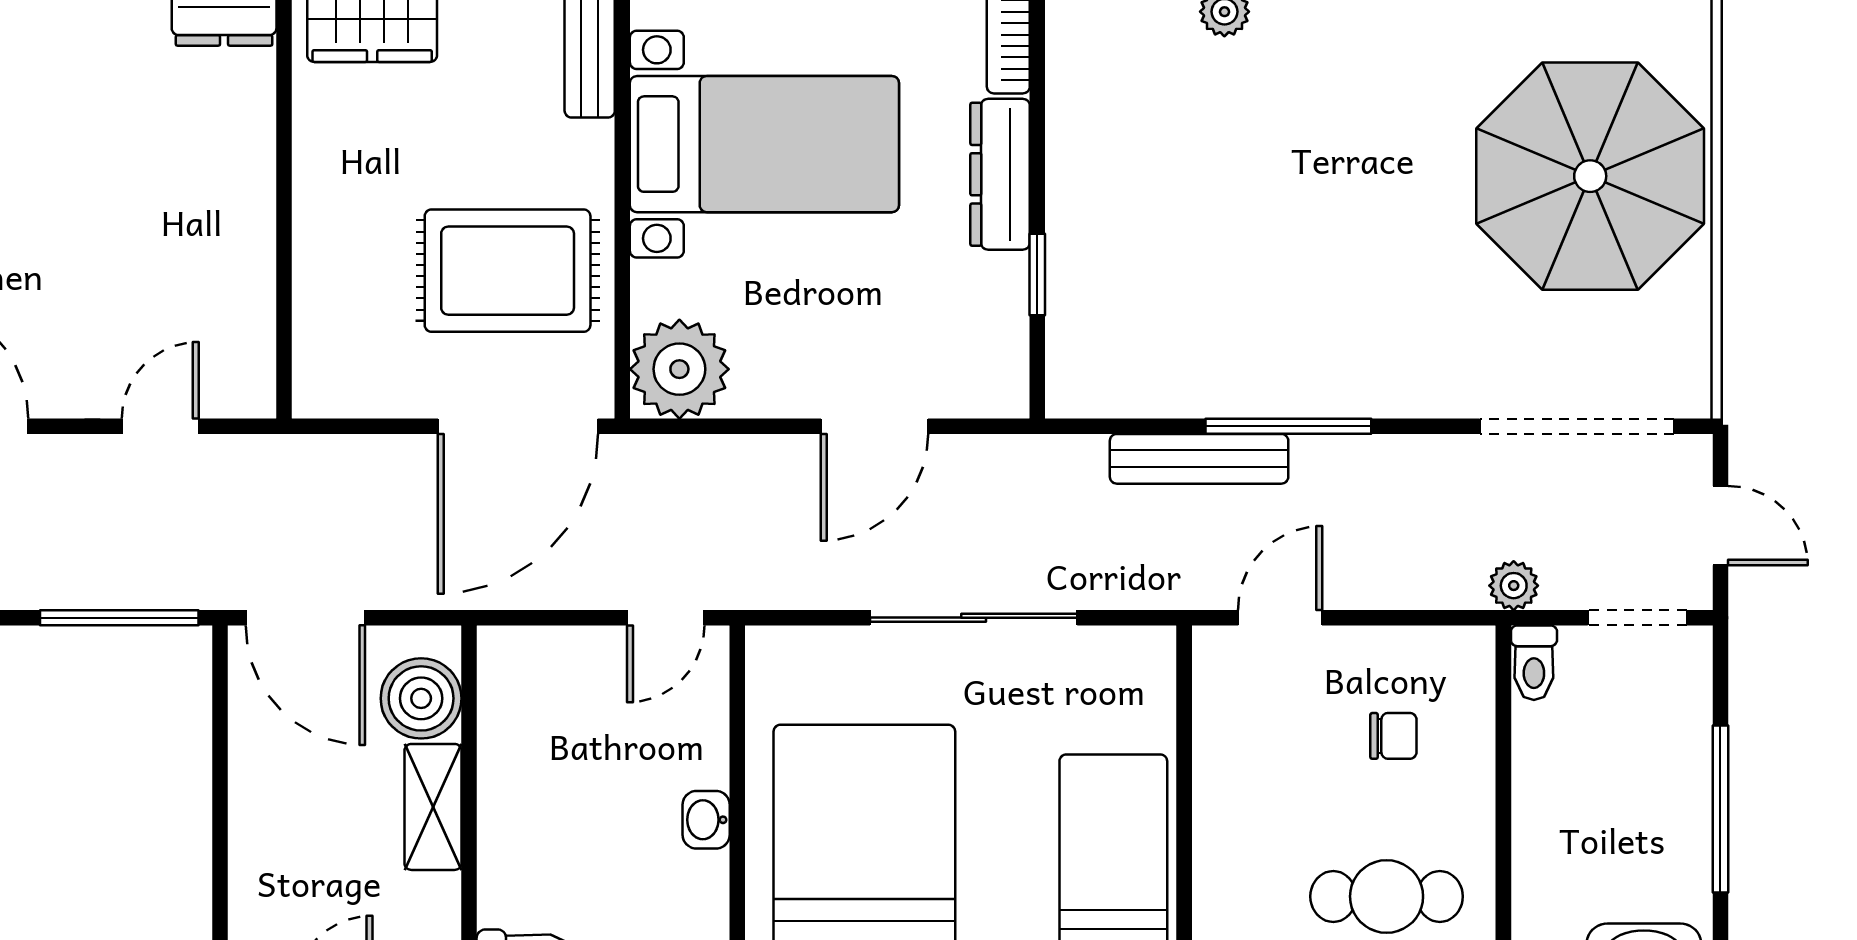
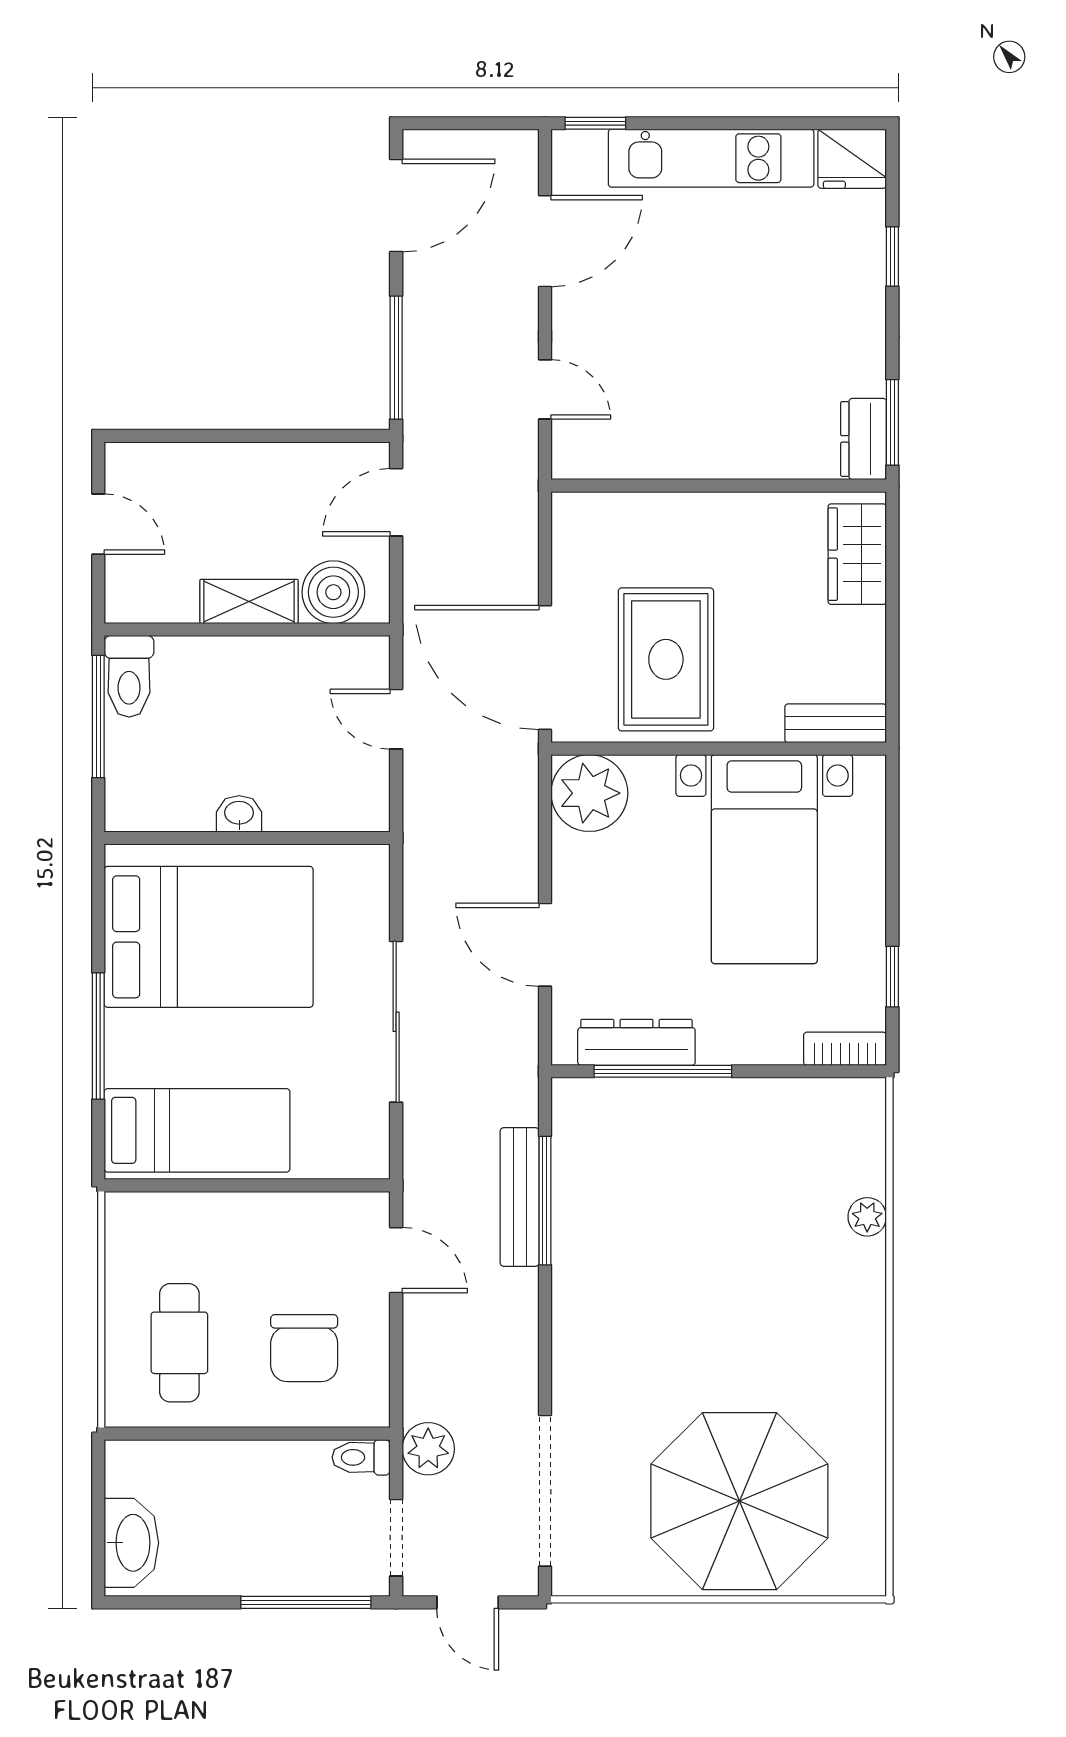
dresser: (1000, 174) -> (636, 1042), moved
window: (1037, 274) -> (663, 1071), width x2.17
window: (1288, 426) -> (545, 1201), moved
door: (1720, 526) -> (468, 1602), hinge flipped
plant: (1514, 586) -> (428, 1449), width x1.38, depth x1.38
door: (305, 618) -> (396, 502), width x0.73
door: (666, 618) -> (396, 719), moved
chair: (1393, 736) -> (304, 1348), width x1.87, depth x1.87
window: (1720, 809) -> (306, 1602), moved

